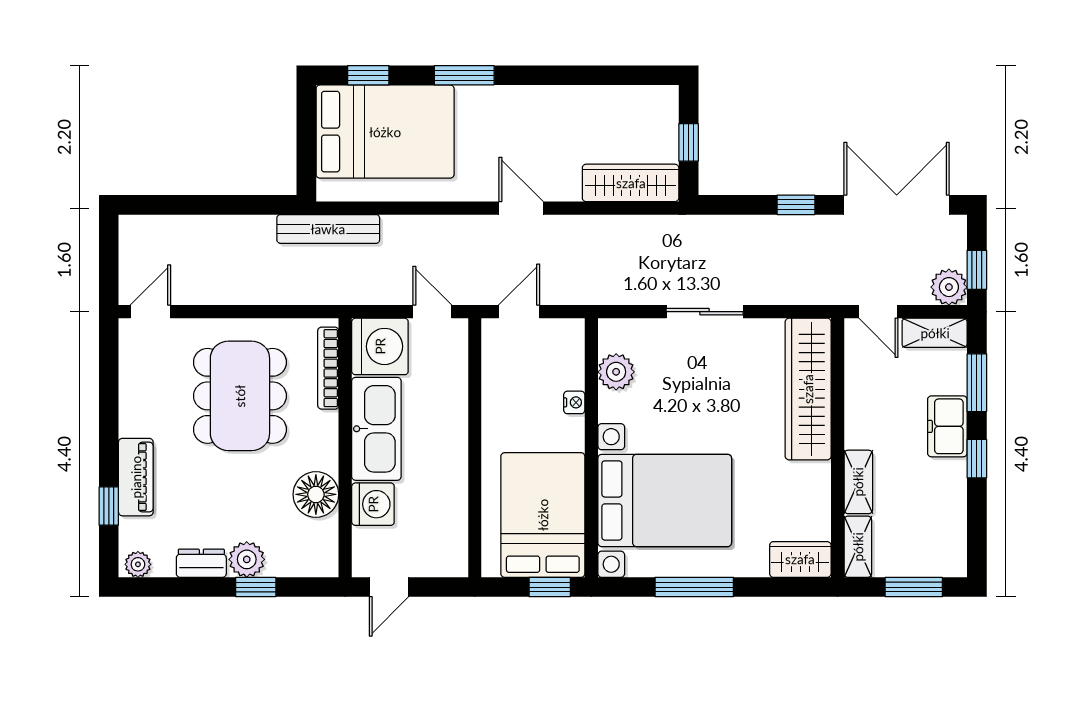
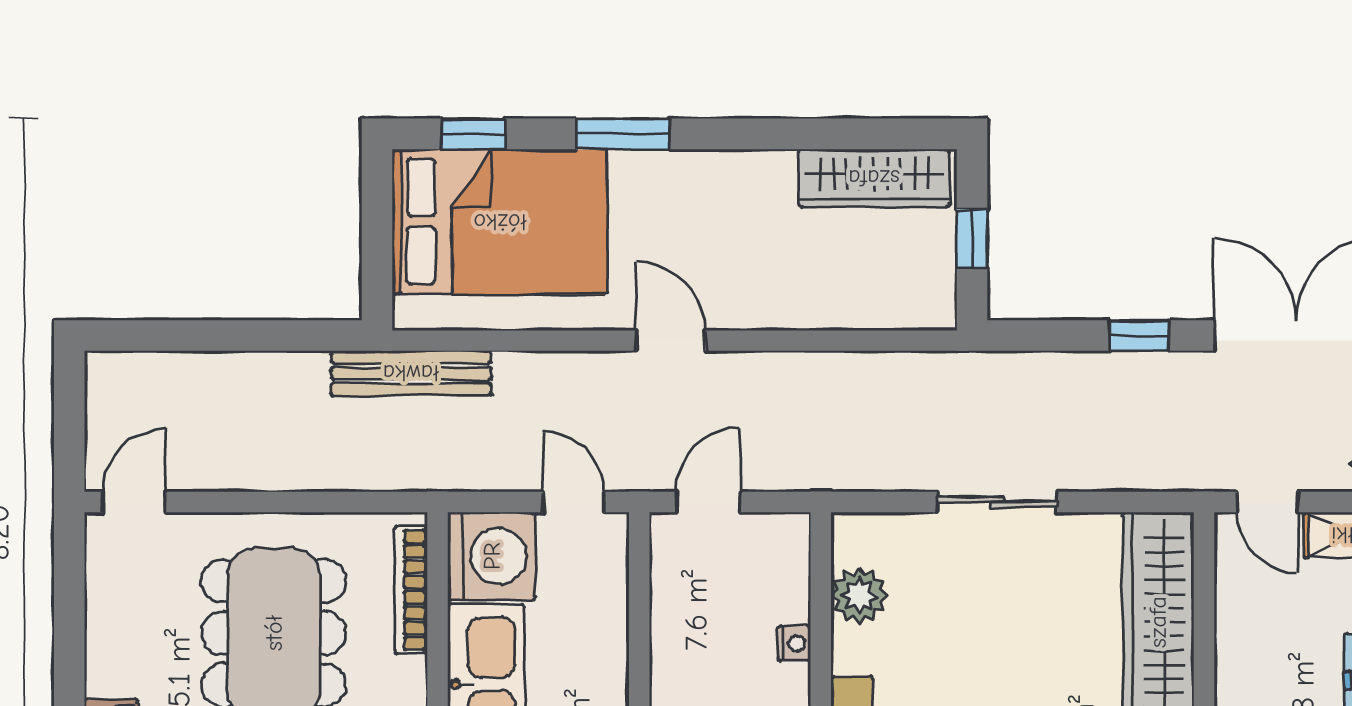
wardrobe: (631, 183) -> (874, 178), moved, turned 180
door: (521, 208) -> (671, 341), moved

